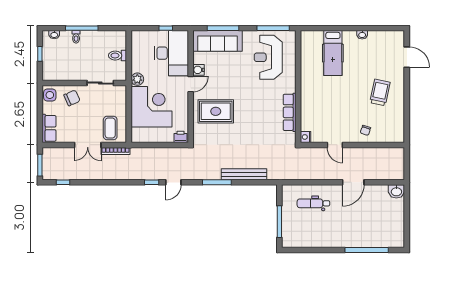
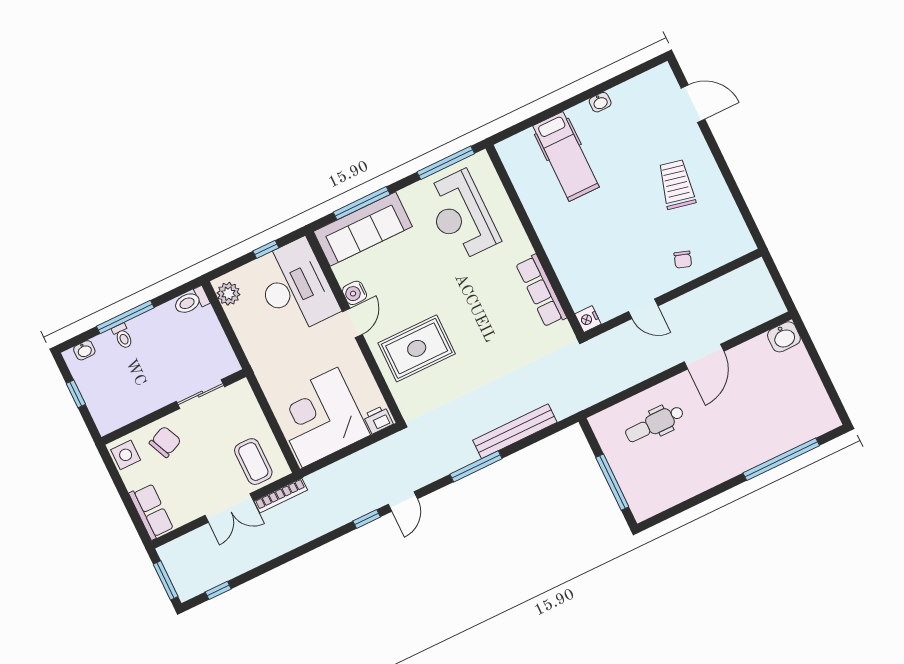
toilet: (117, 56) -> (191, 301), moved
plant: (137, 79) -> (228, 294), moved
corner desk: (151, 107) -> (320, 417), moved, turned -90

